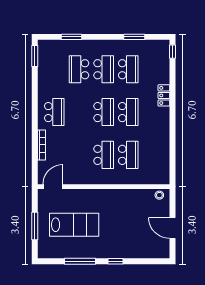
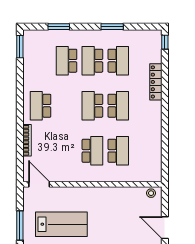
window: (134, 37) -> (112, 27), moved
school desk: (104, 69) -> (92, 61), turned 180
locker: (164, 95) -> (156, 82), width x1.53
school desk: (54, 112) -> (41, 106), turned 180
school desk: (104, 112) -> (92, 106), turned 180
door: (53, 187) -> (39, 184), hinge flipped

